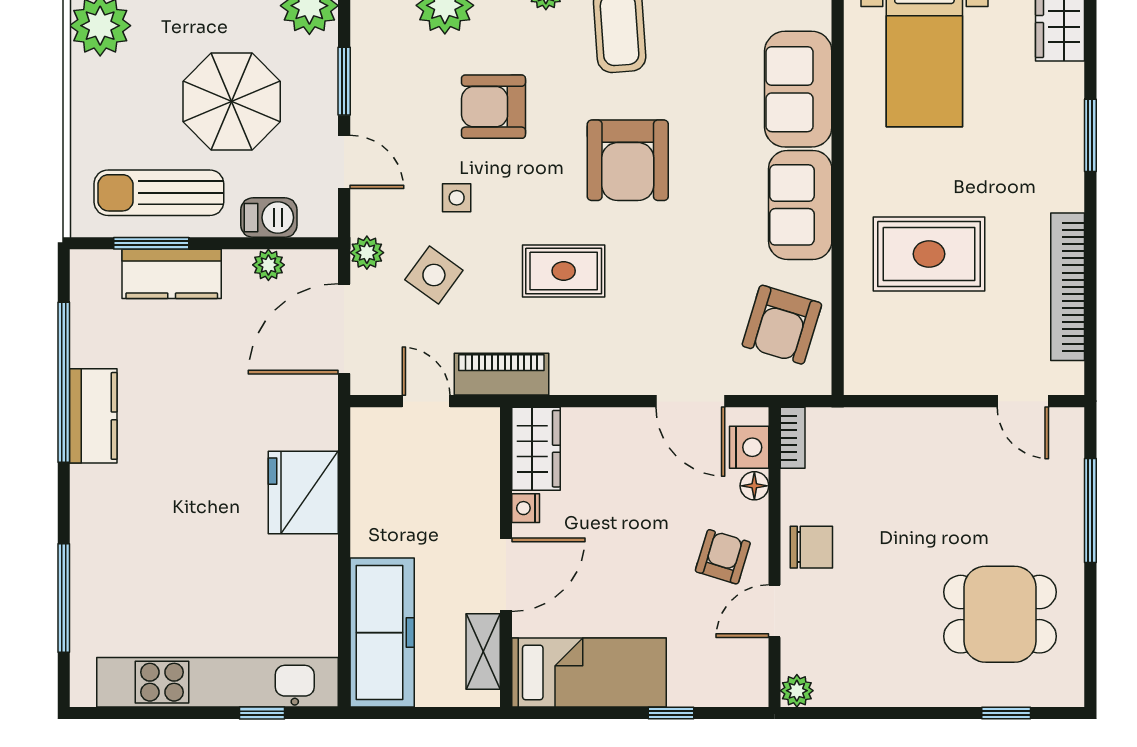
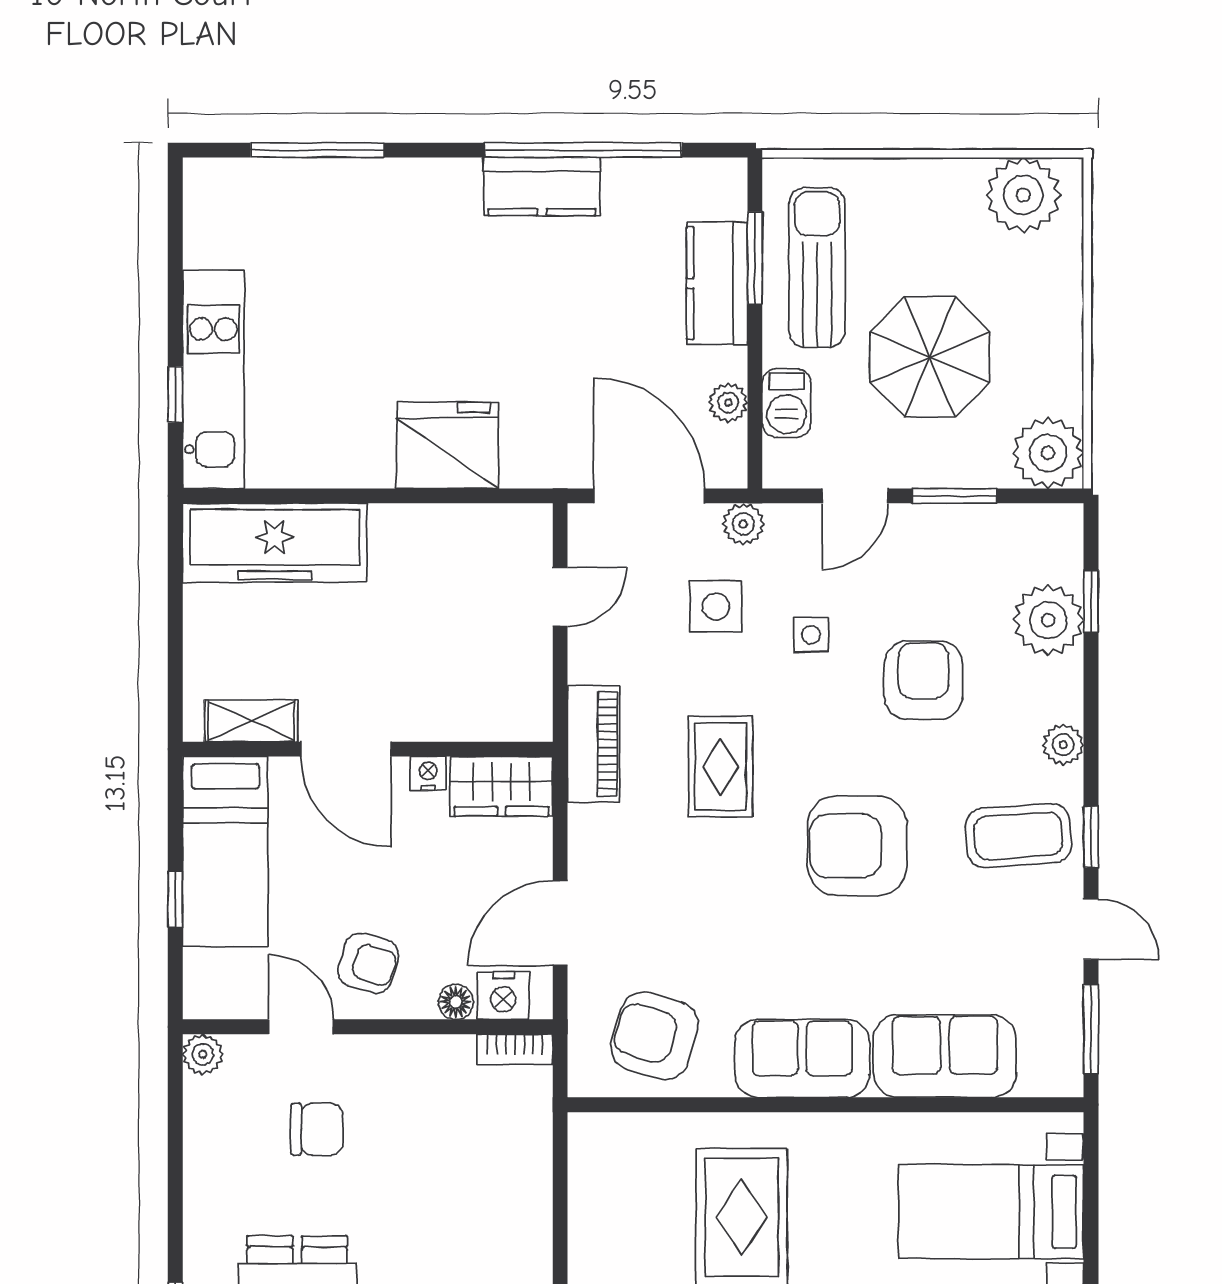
side table: (434, 275) -> (716, 607), turned -36
piano: (501, 374) -> (593, 744), moved
wardrobe: (536, 449) -> (501, 786), moved
nightstand: (526, 508) -> (428, 773), moved
chair: (811, 547) -> (317, 1129), moved, turned -90
wall: (506, 557) -> (368, 749), moved
door: (506, 575) -> (346, 749), moved
shelving: (483, 651) -> (251, 721), moved
bed: (589, 672) -> (225, 852), moved
kitchen unit: (217, 682) -> (213, 379), width x0.73

